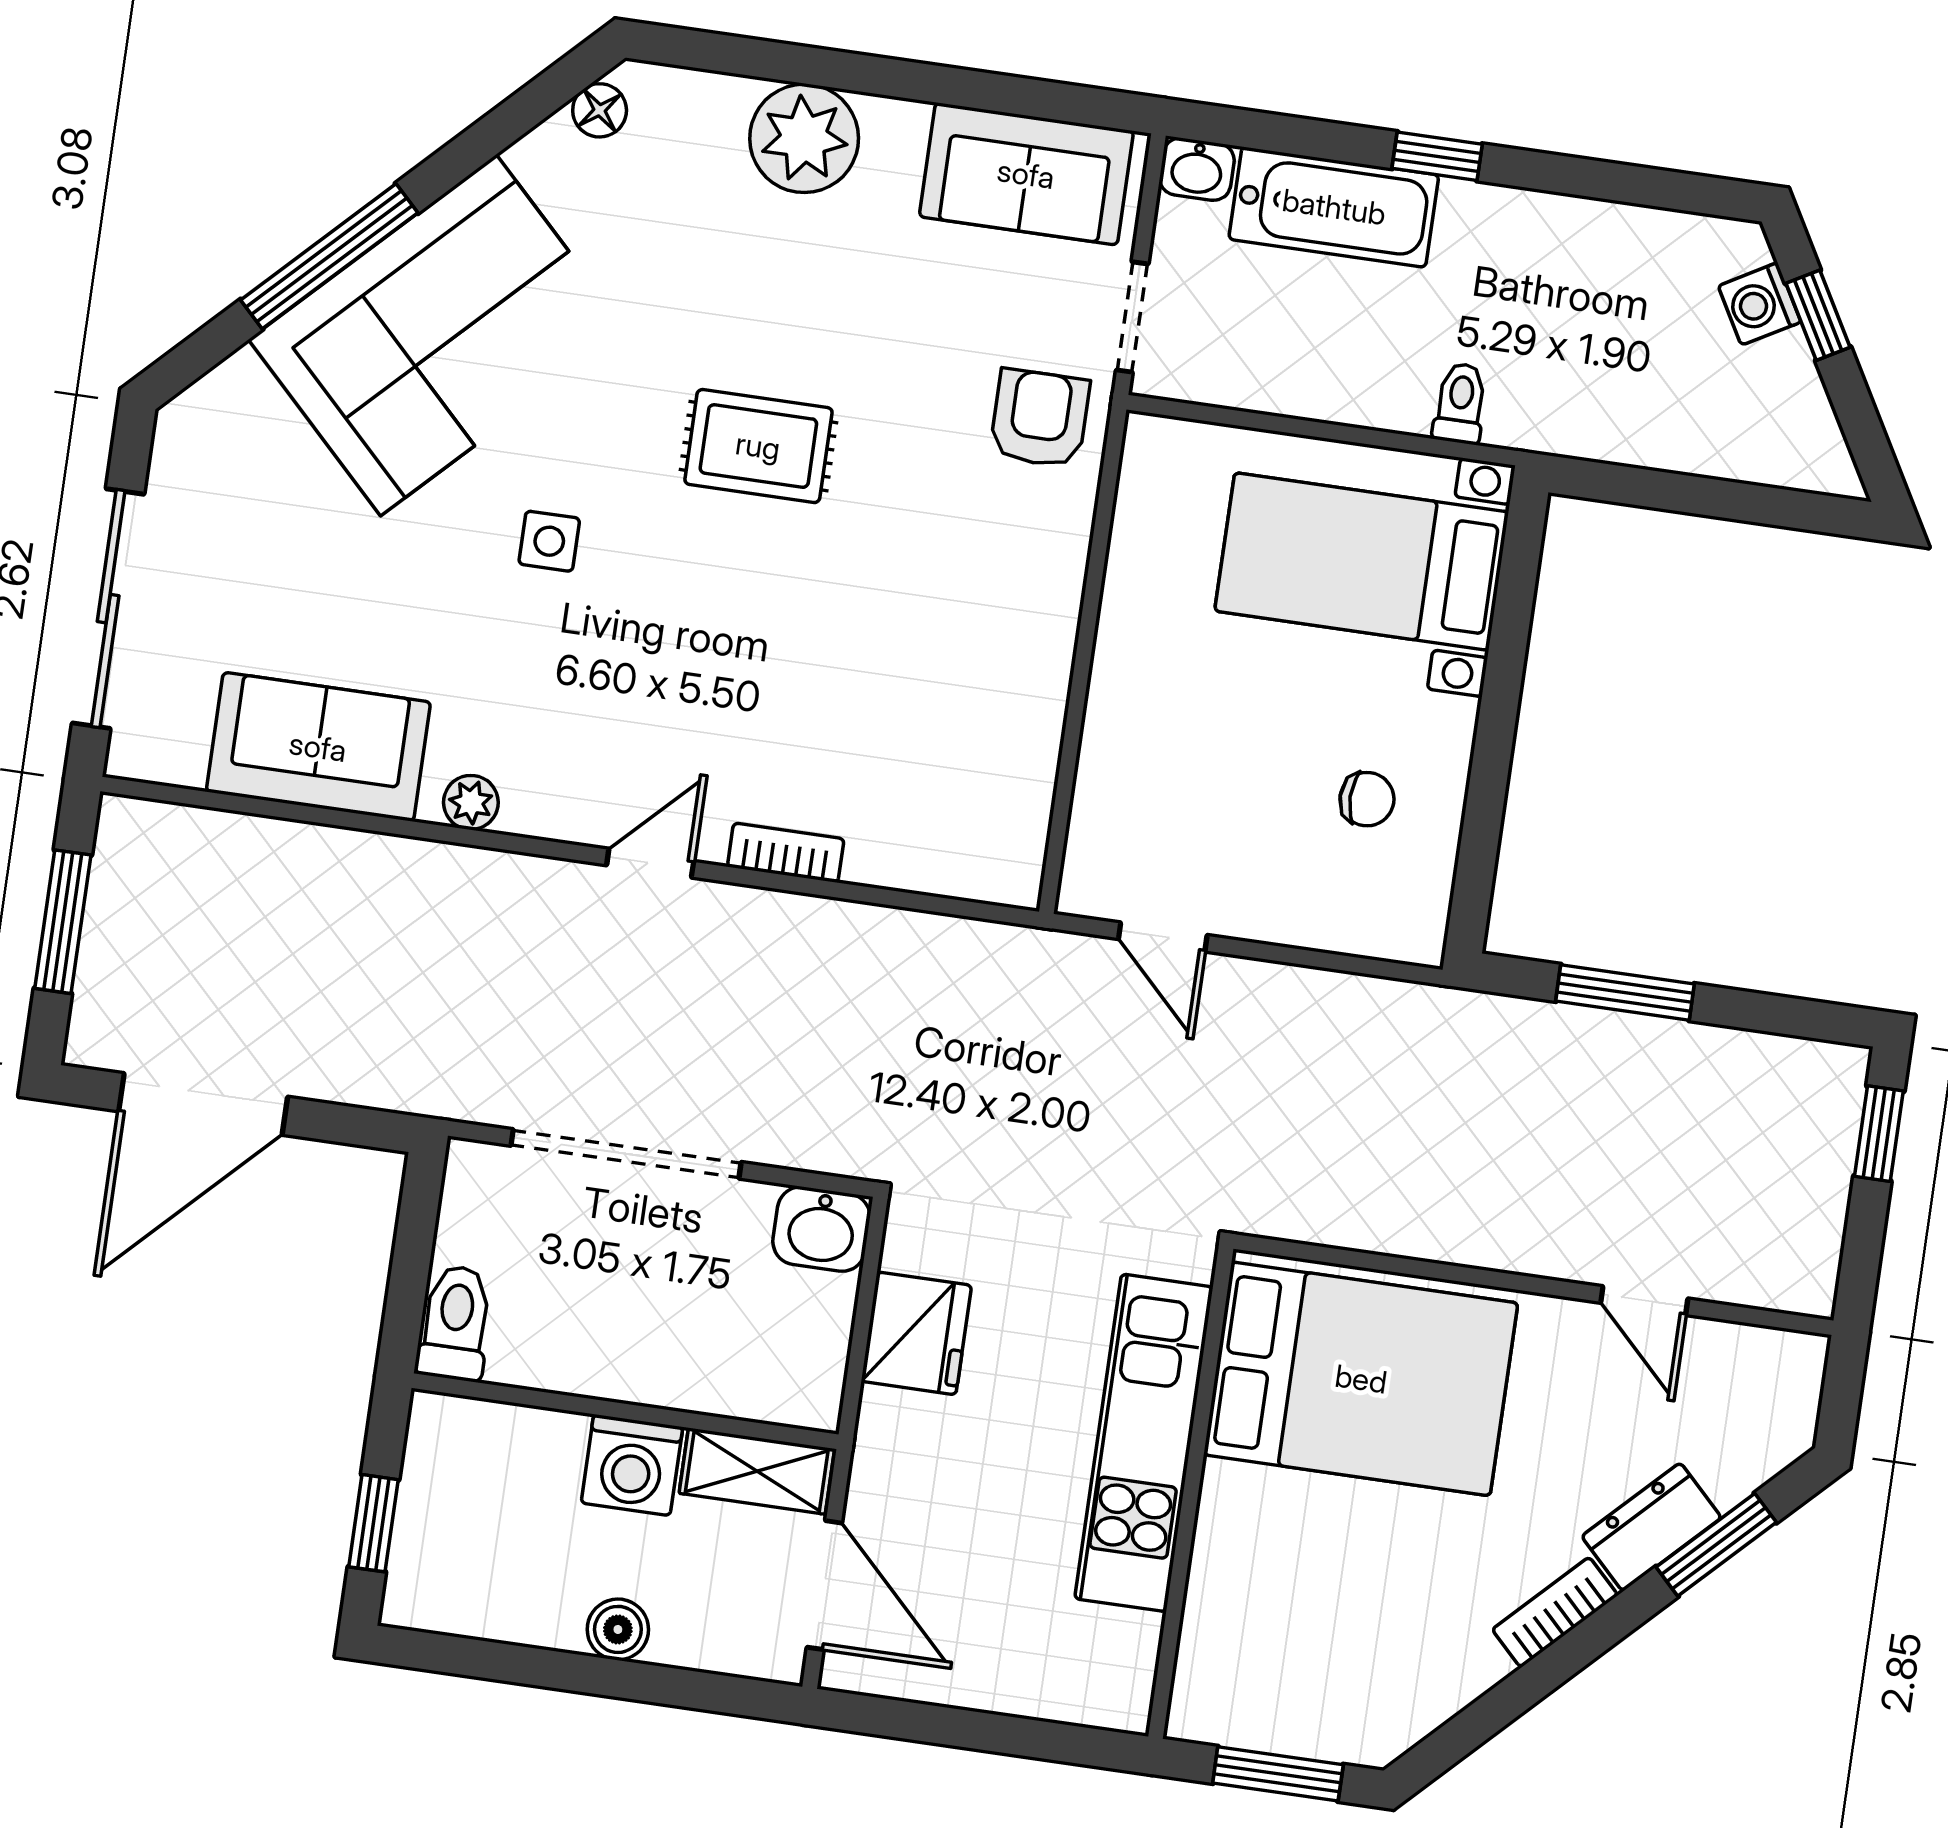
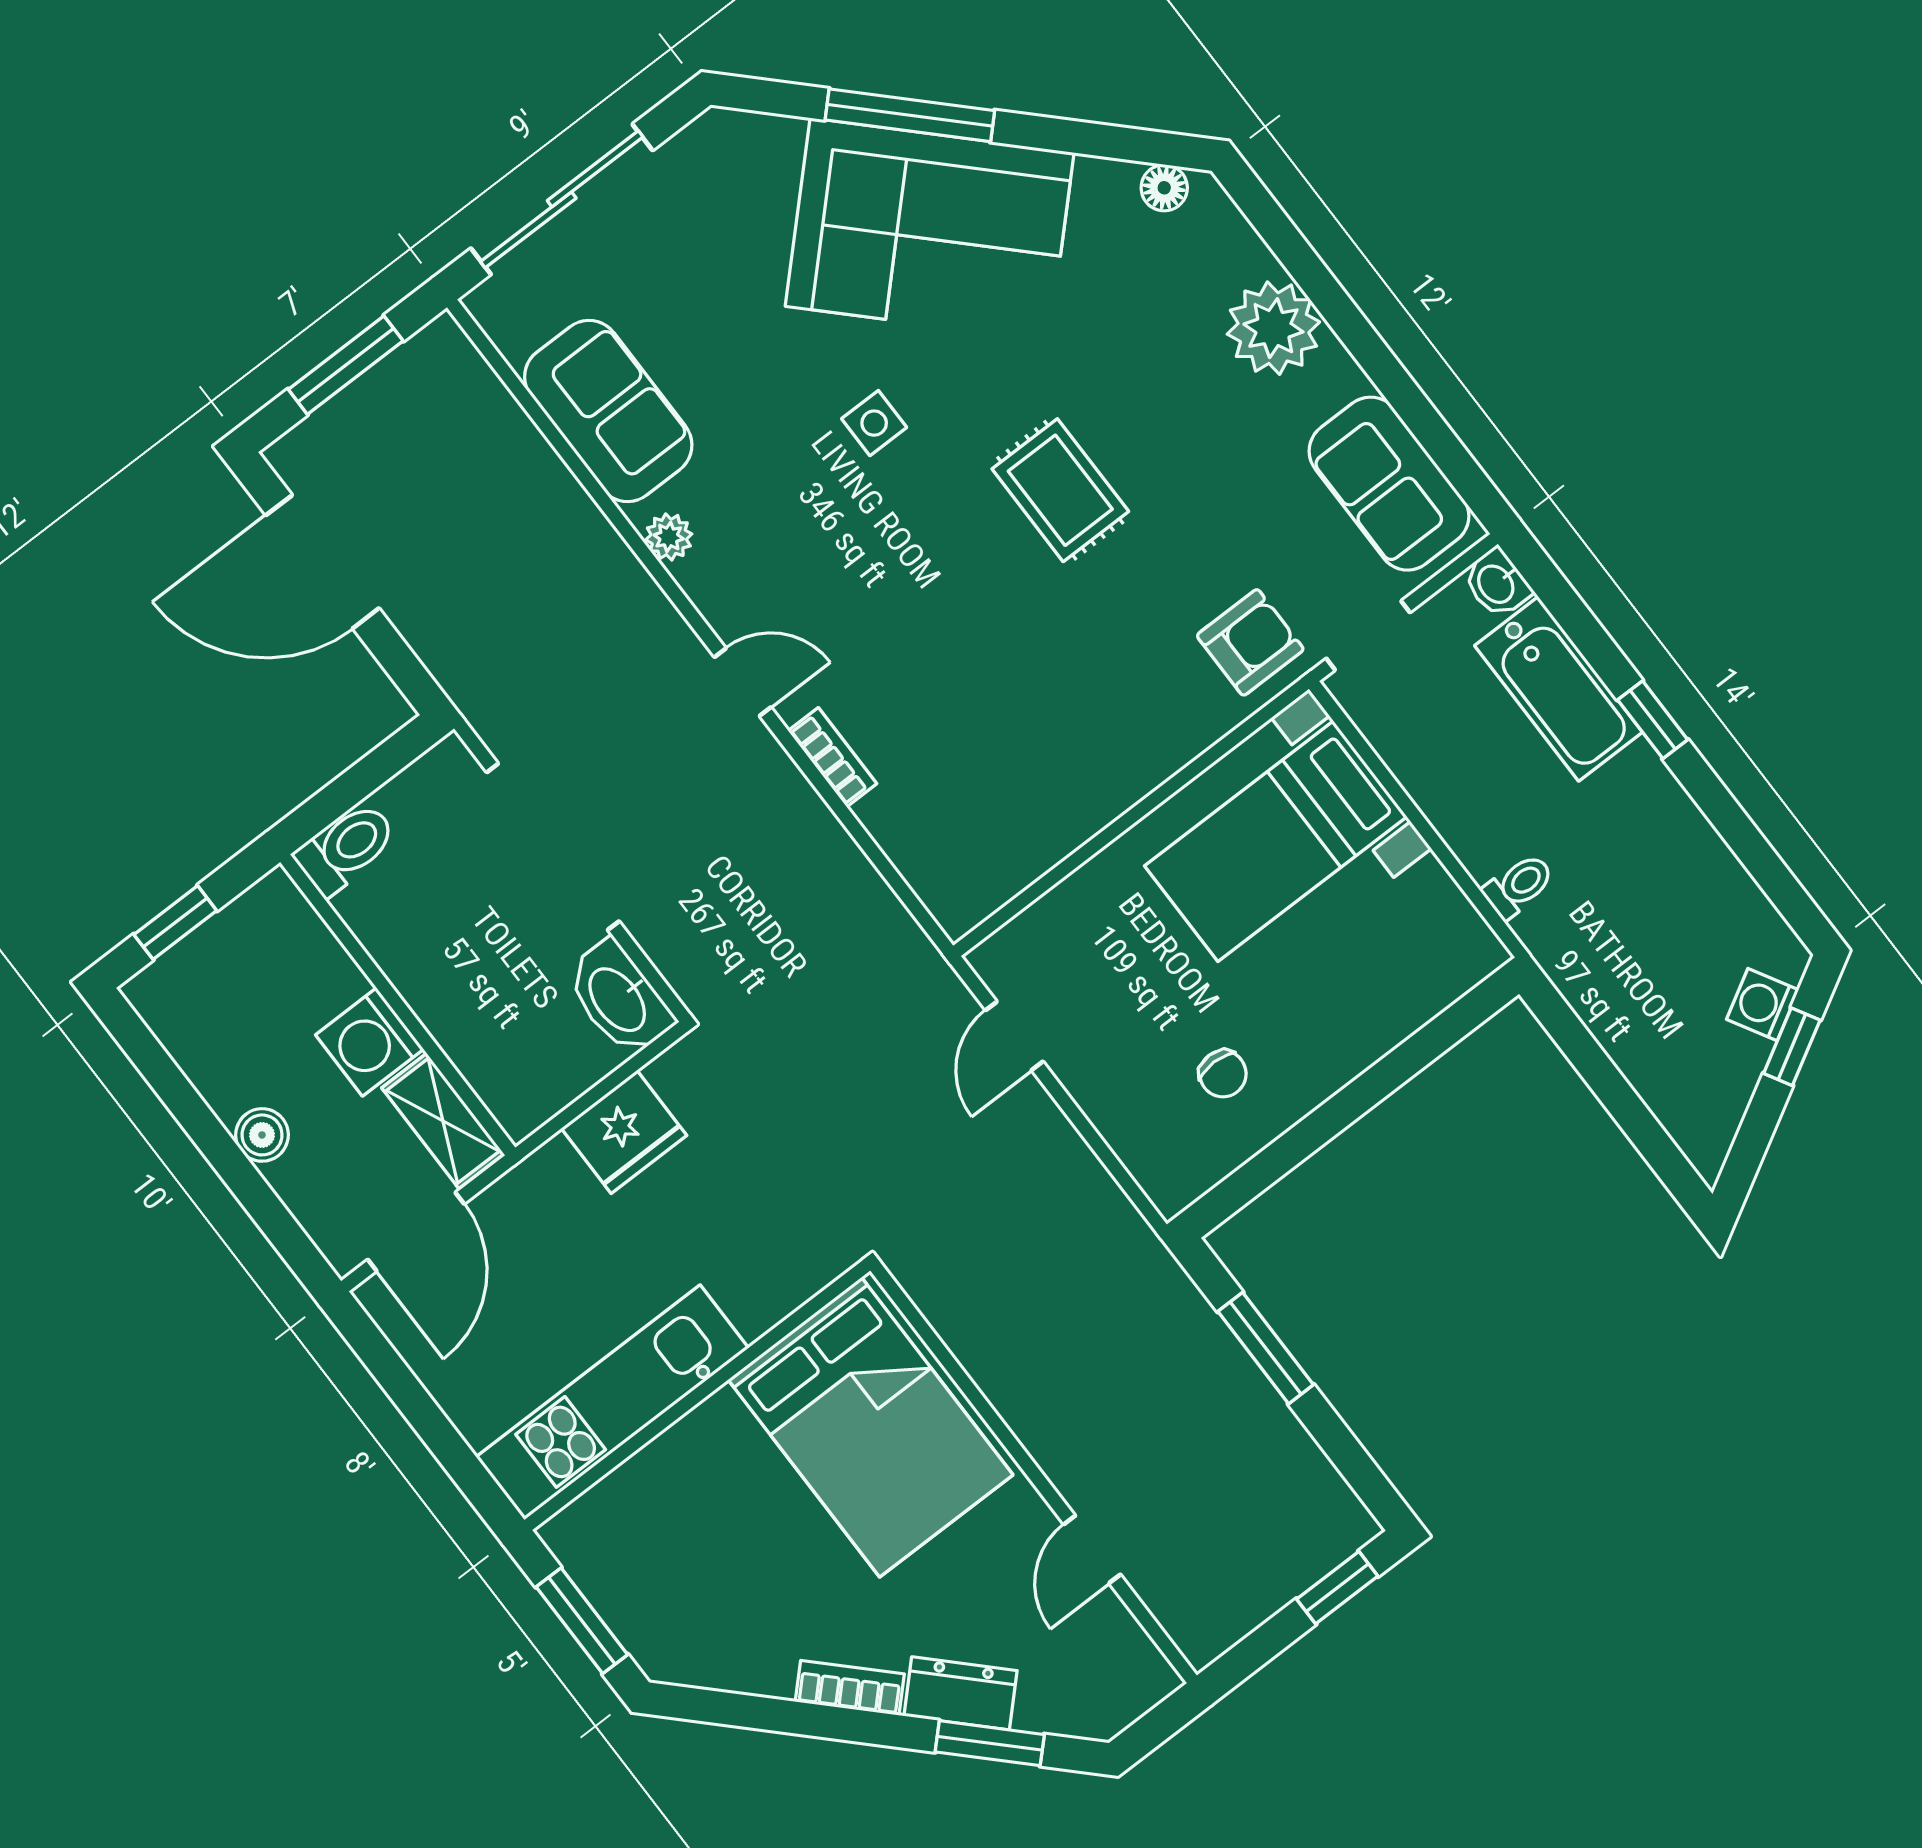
bed with nightstands: (1362, 561) -> (1276, 841), moved, turned -90
washbasin: (821, 1229) -> (619, 998), width x1.38
kitchen unit: (1144, 1443) -> (612, 1402), moved

